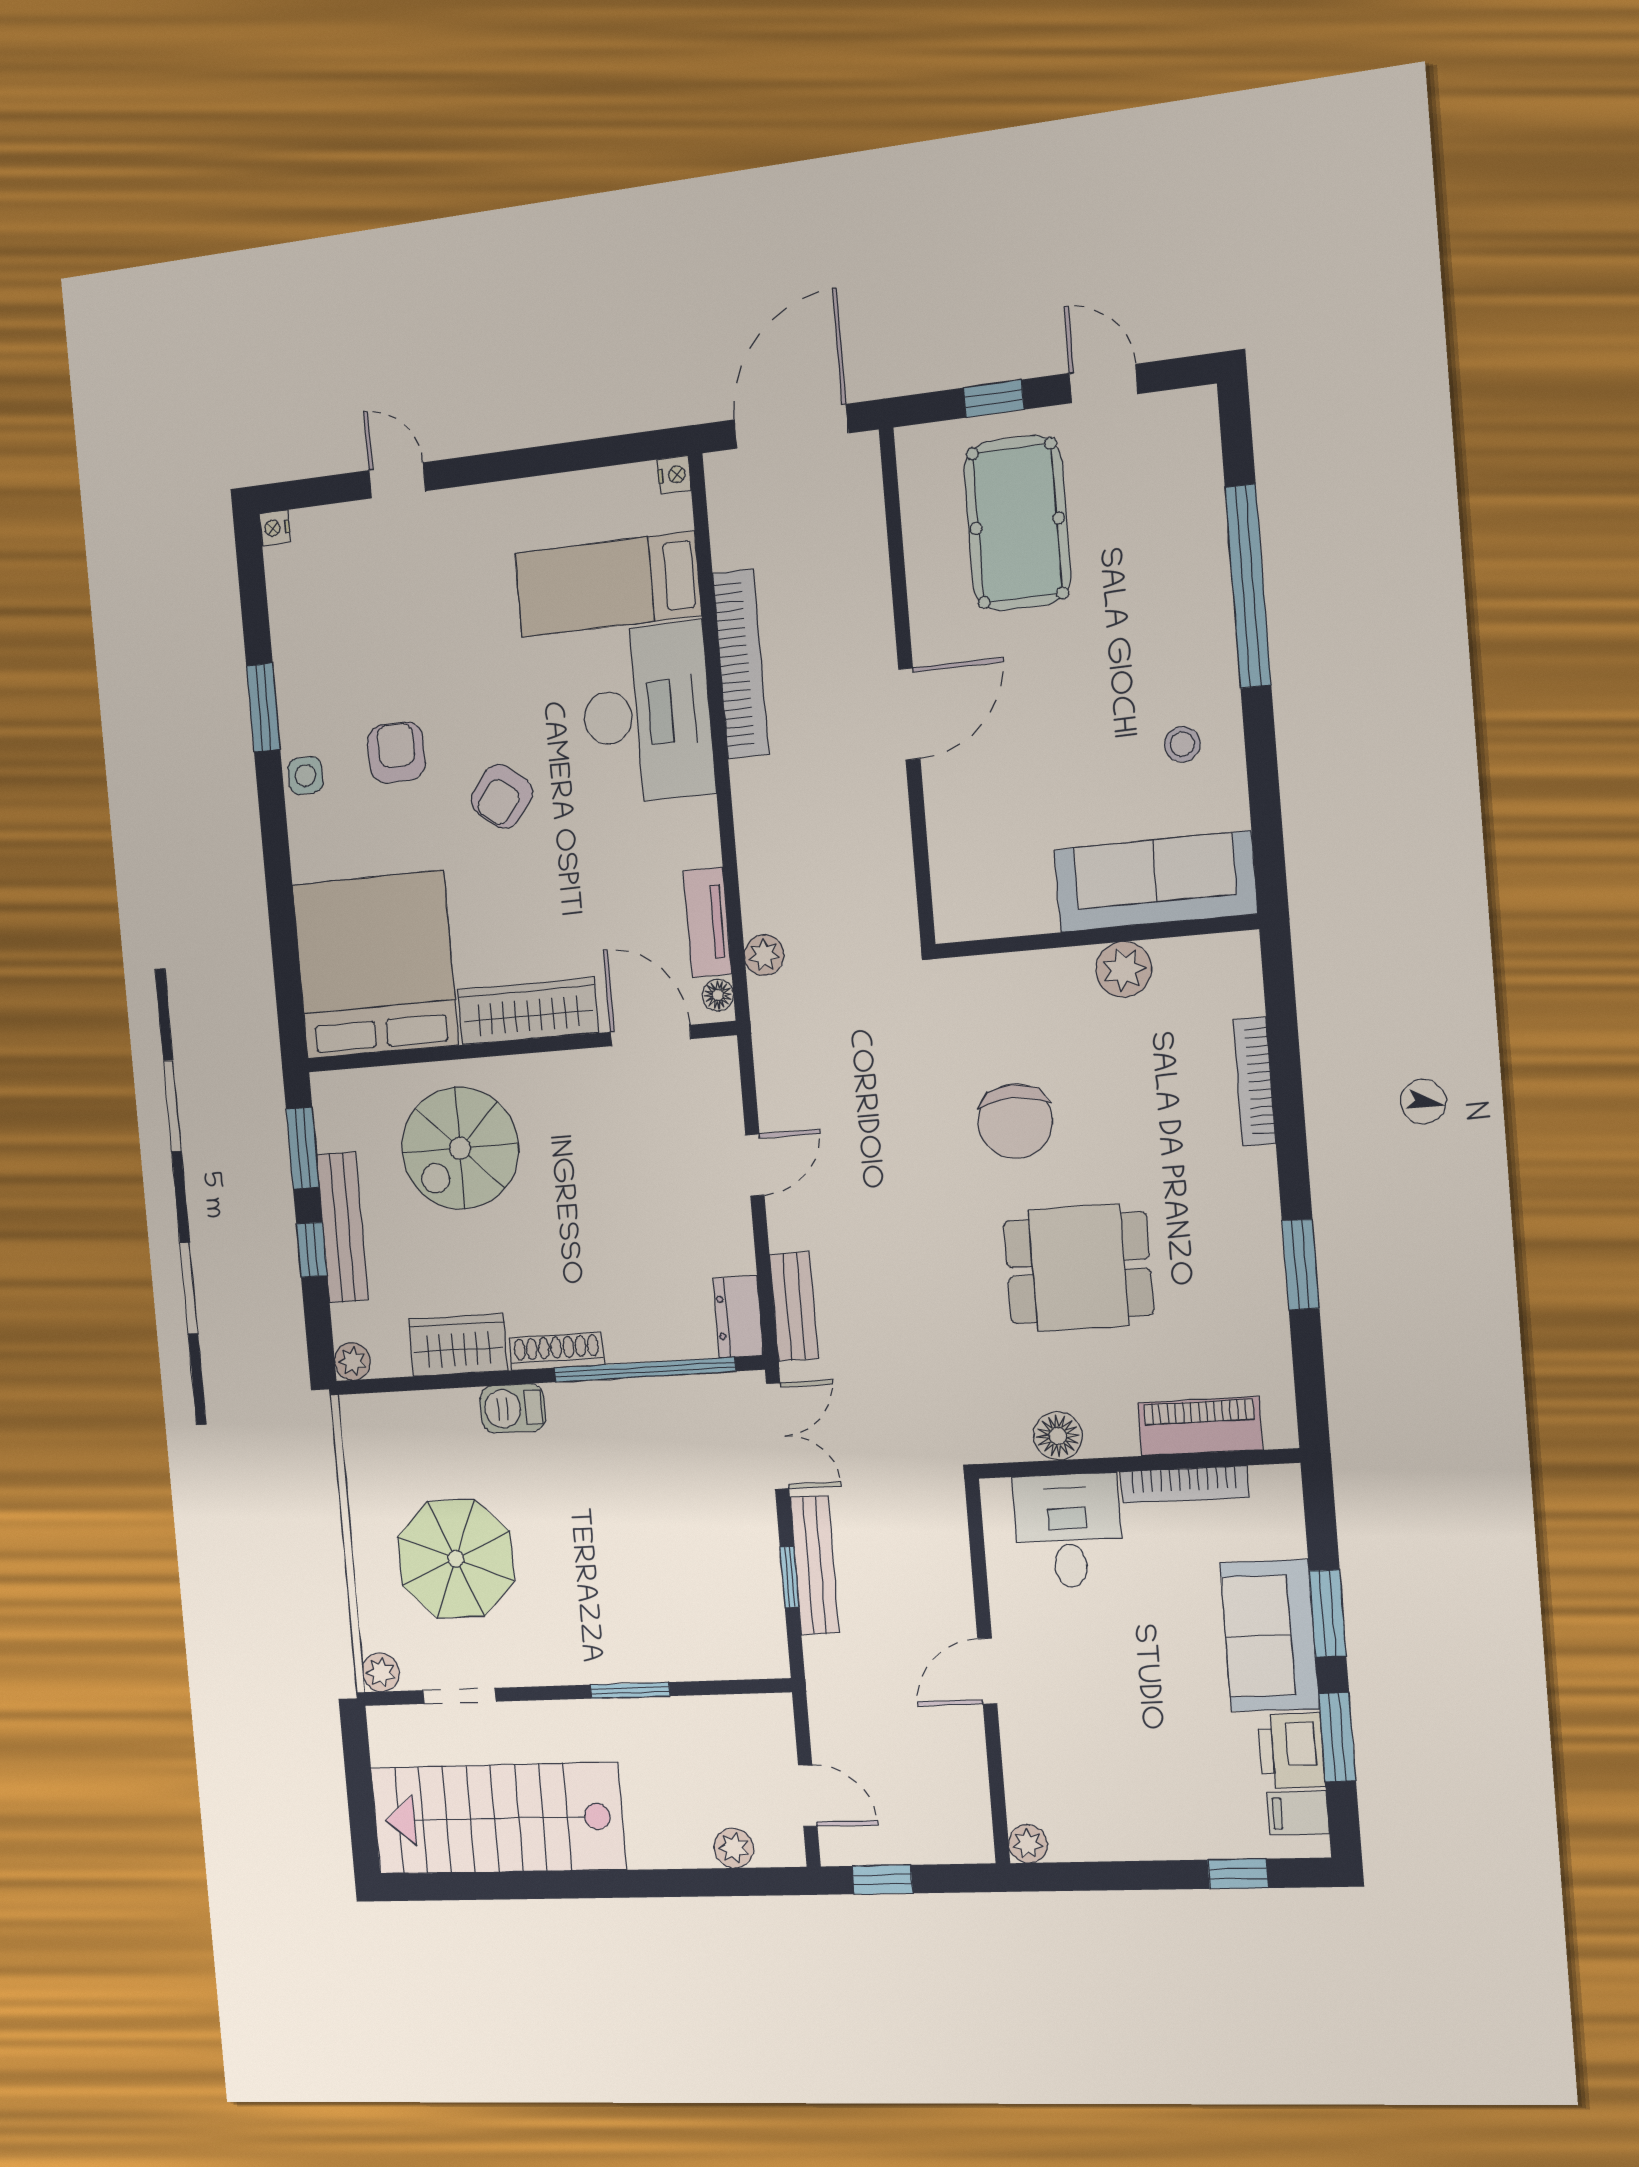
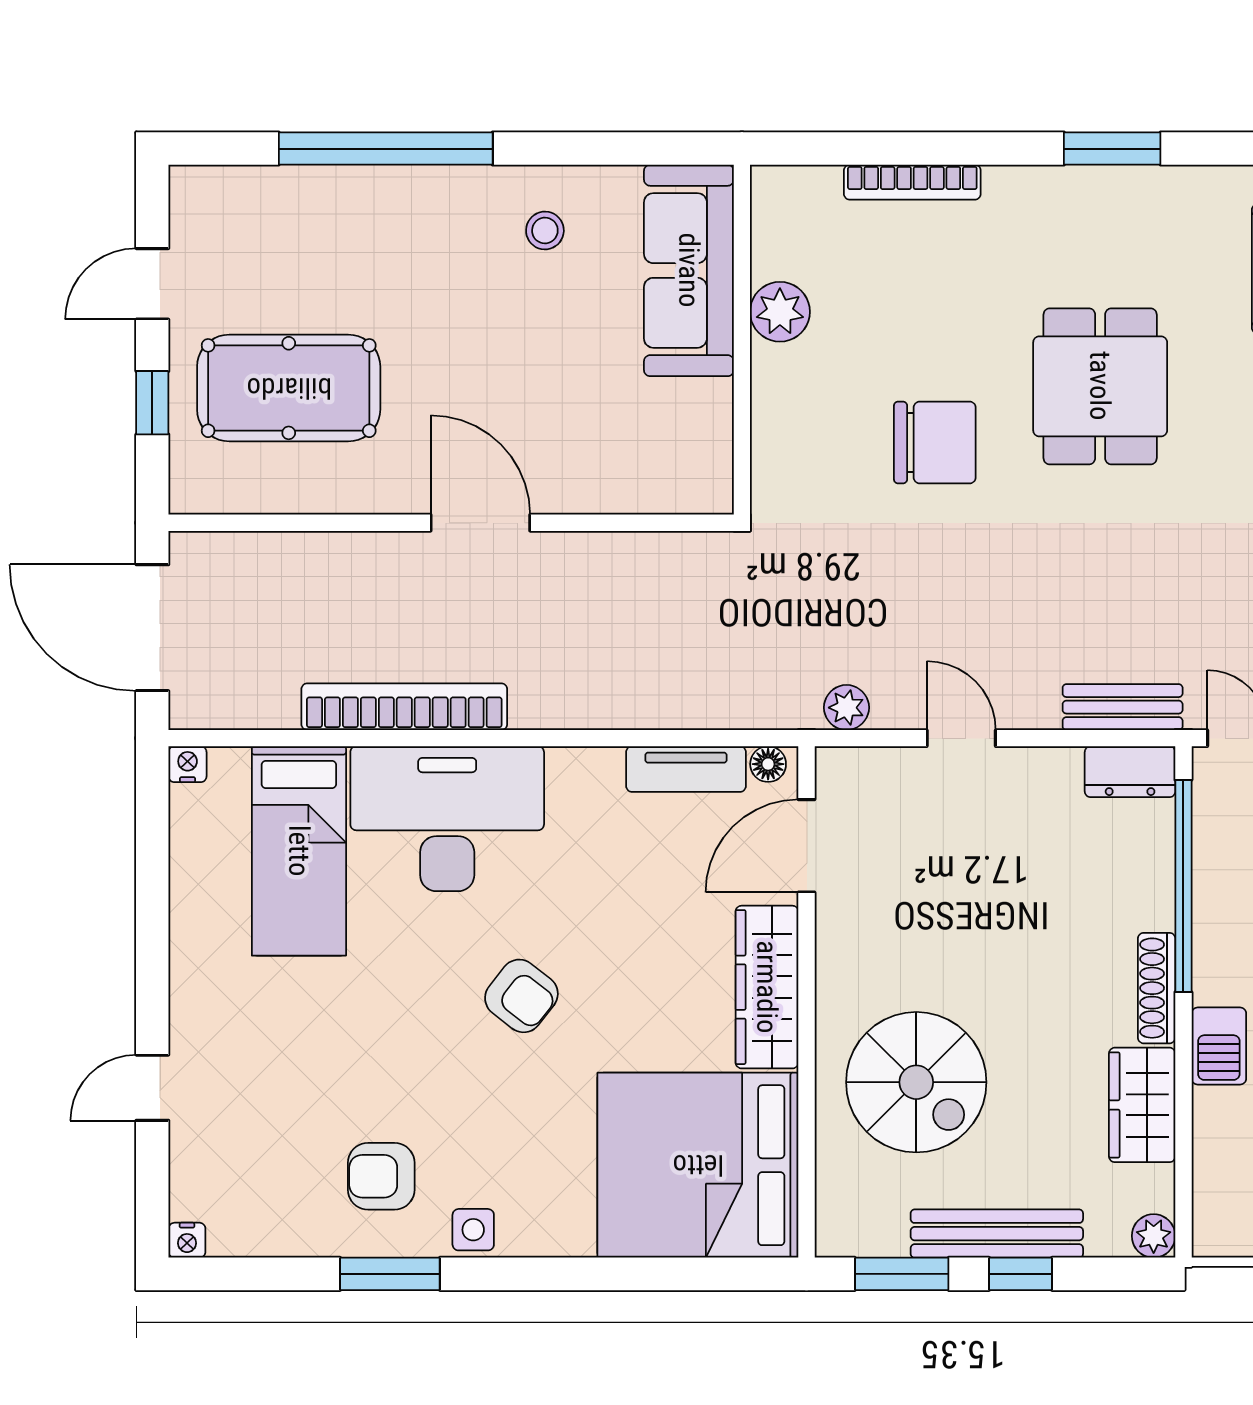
armchair: (396, 752) -> (381, 1176), moved
plant: (764, 955) -> (846, 708), moved

